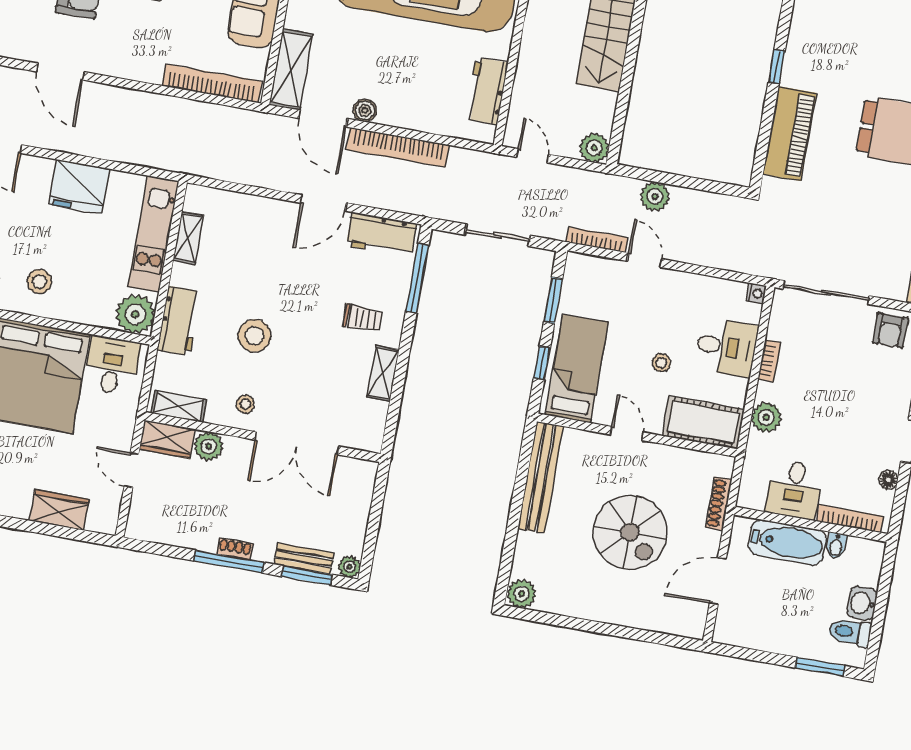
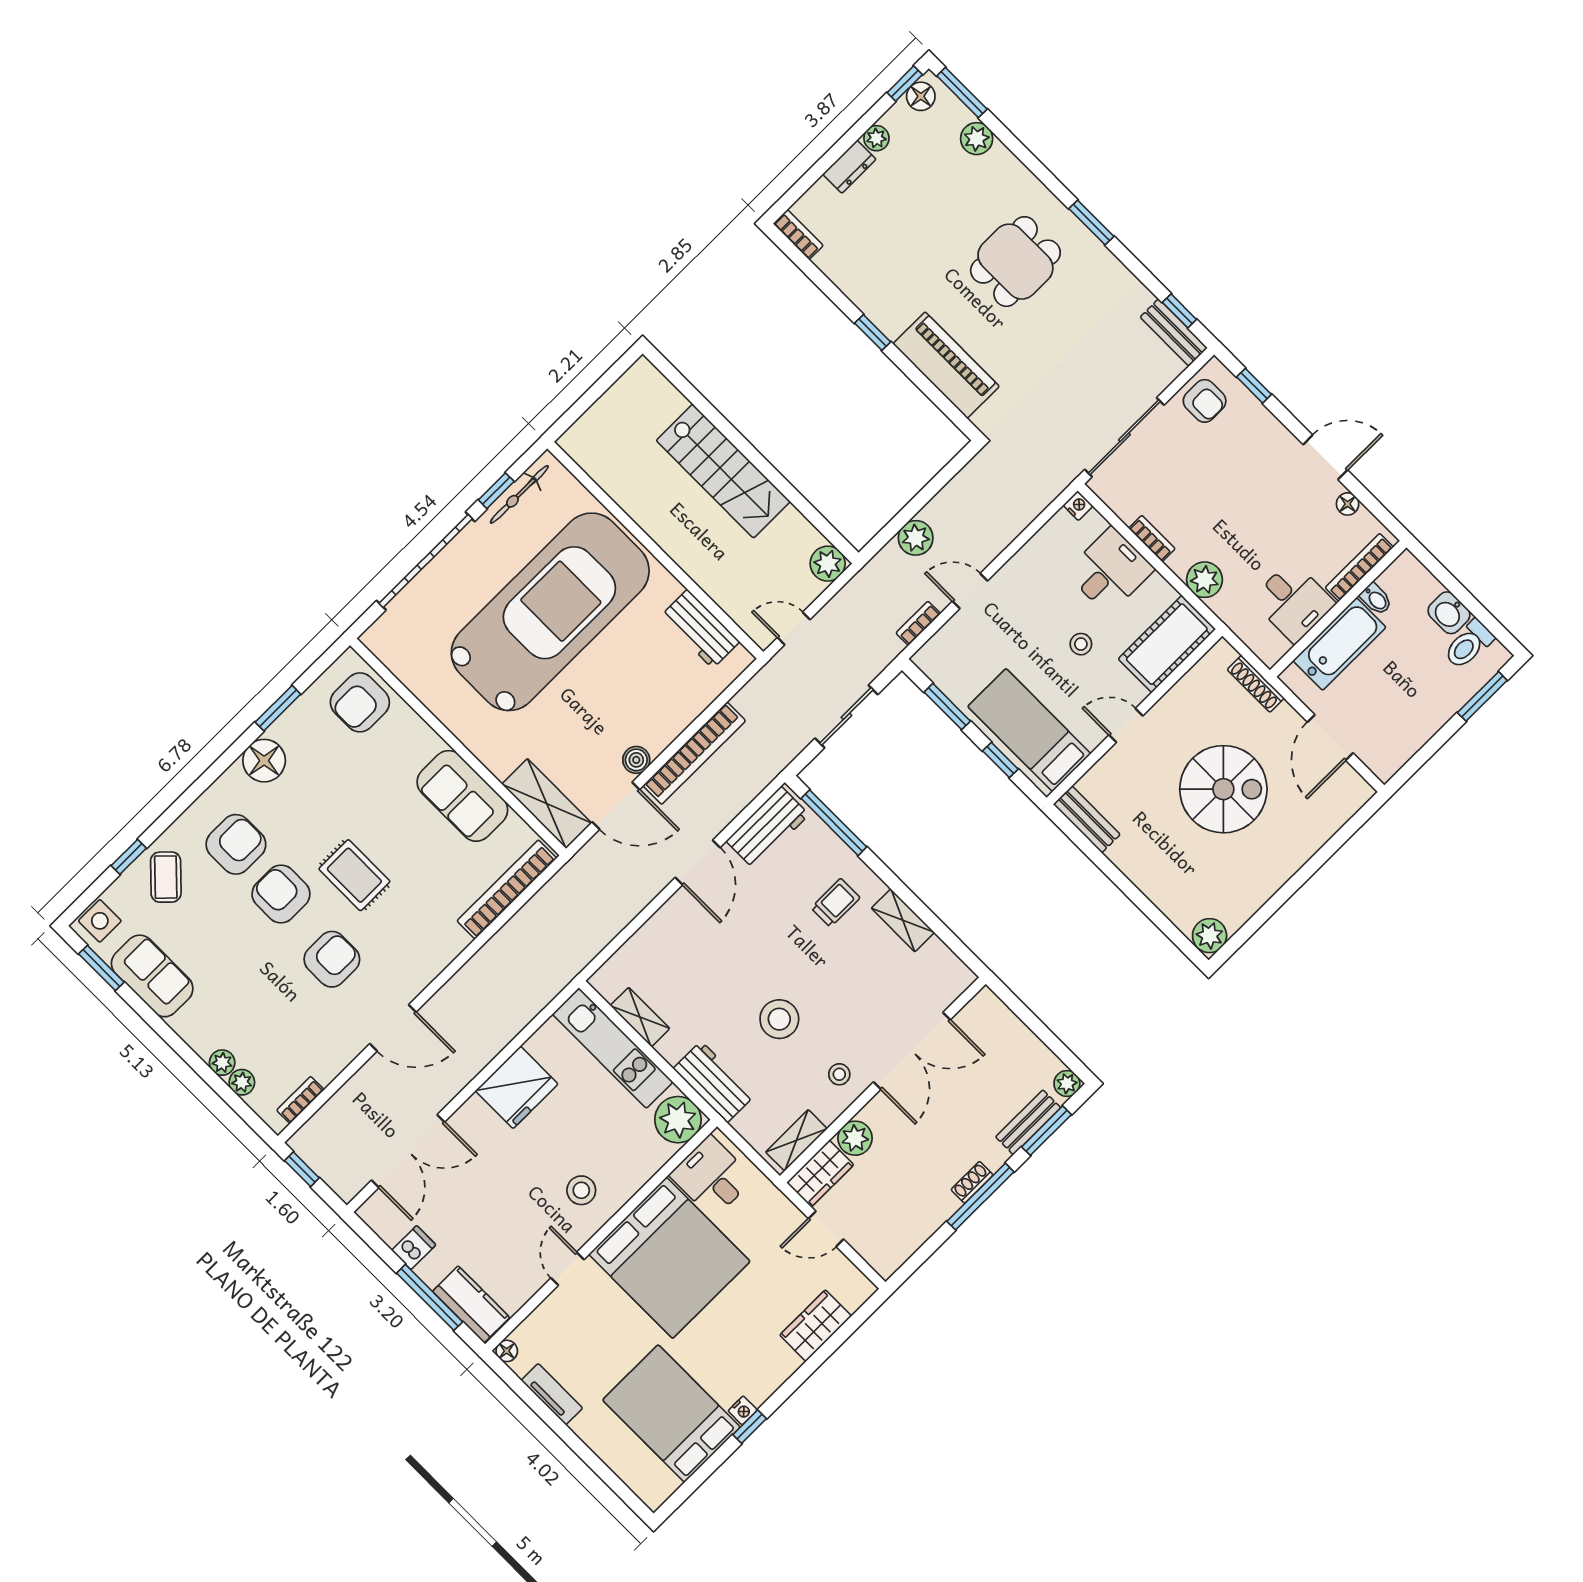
bookcase: (597, 240) -> (918, 623), width x0.64
bench: (541, 477) -> (1087, 819), width x0.54, depth x0.82

